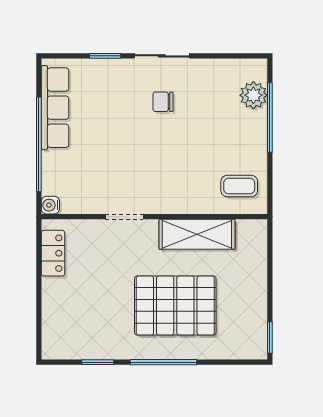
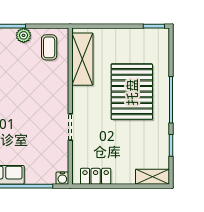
plant: (257, 149) -> (24, 35), added
shelving: (197, 234) -> (82, 59), moved
shelving: (52, 335) -> (152, 177), added

